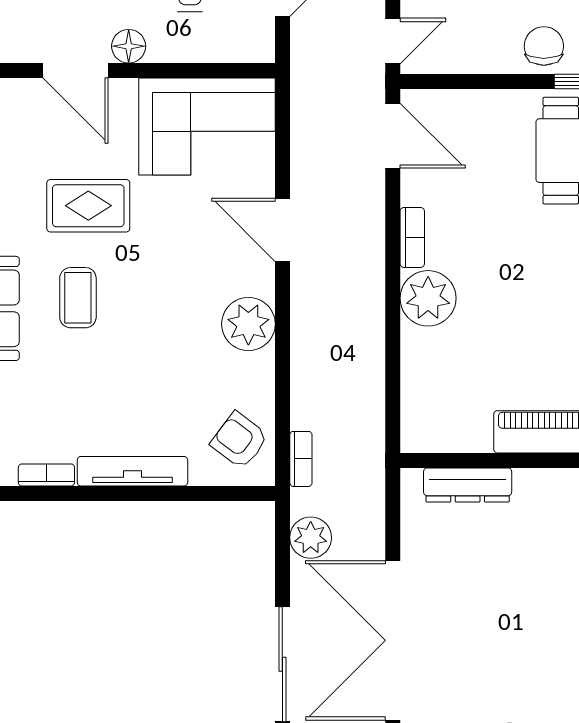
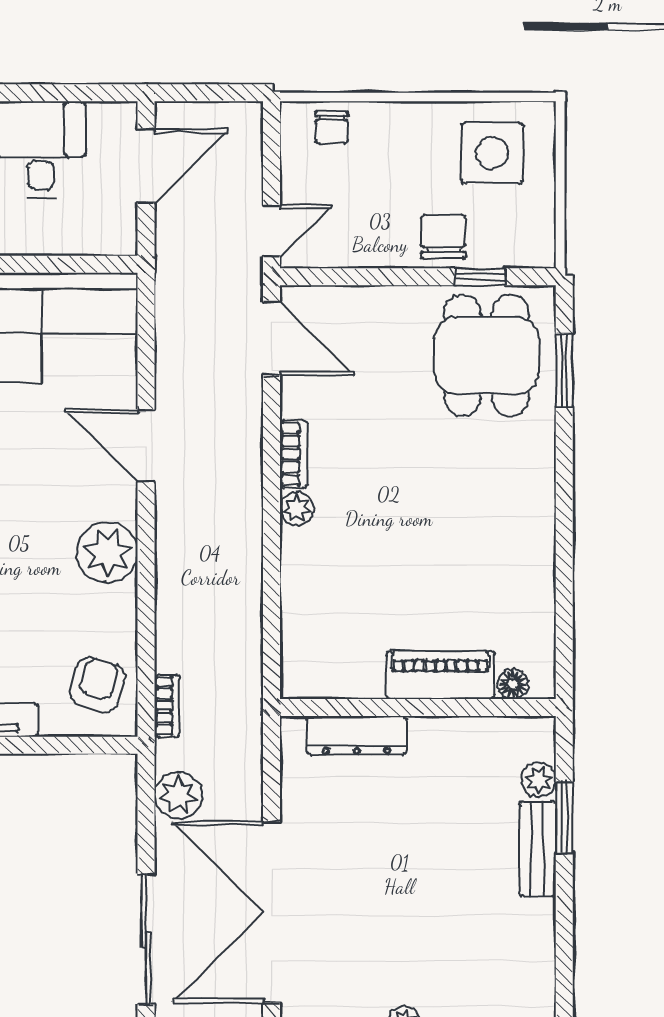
plant: (428, 298) -> (297, 508), width x0.53, depth x0.53
armchair: (239, 440) -> (97, 685), turned 69

